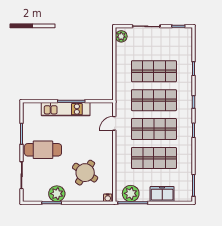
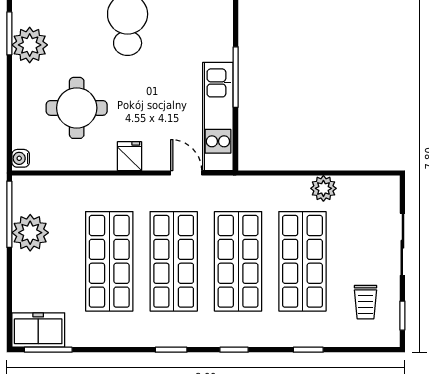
plant: (121, 36) -> (323, 188), moved
trolley: (172, 43) -> (365, 302), added
kitchen unit: (66, 109) -> (218, 116), moved
fridge: (107, 149) -> (129, 156), added
round table: (85, 173) -> (77, 108), turned -33
plant: (131, 193) -> (30, 233), moved
freezer: (162, 194) -> (38, 330), moved, turned -90

